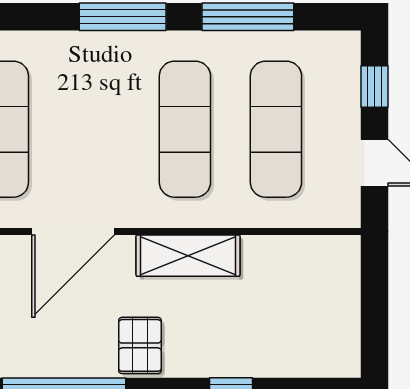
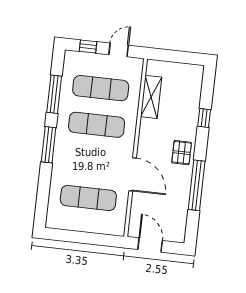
shelving: (188, 256) -> (151, 97), moved
pallet: (140, 345) -> (182, 153), turned 90

